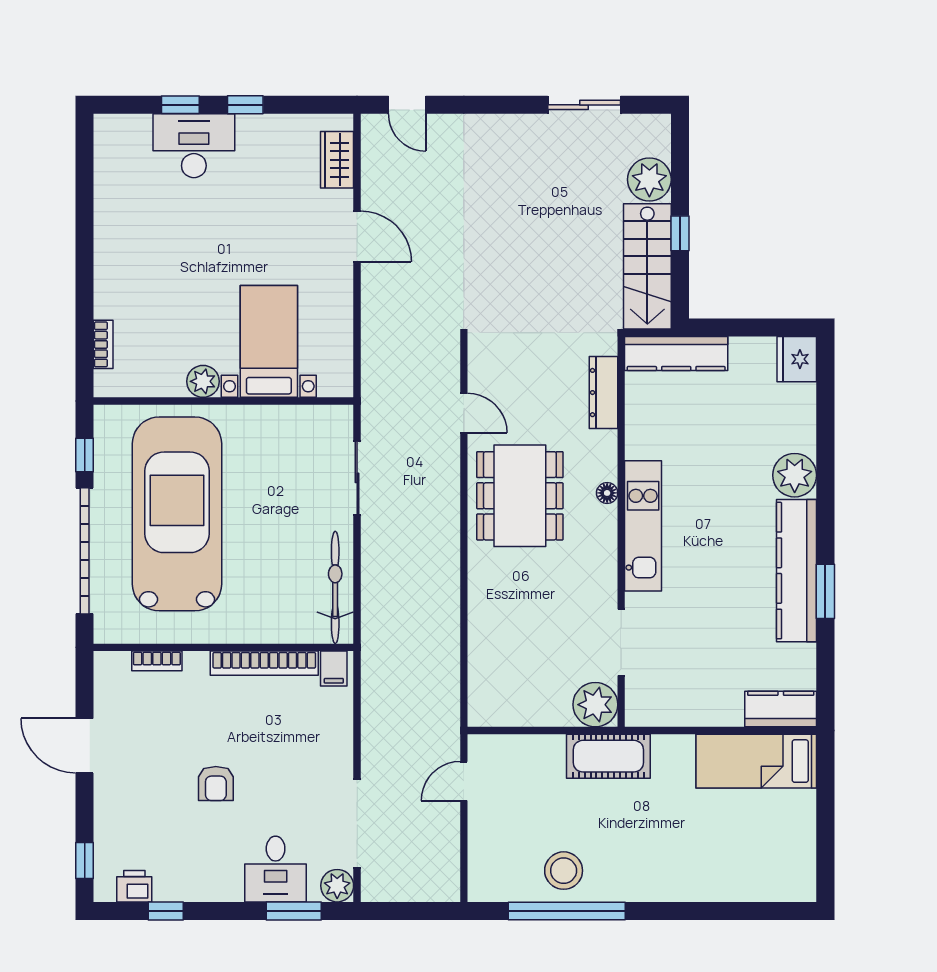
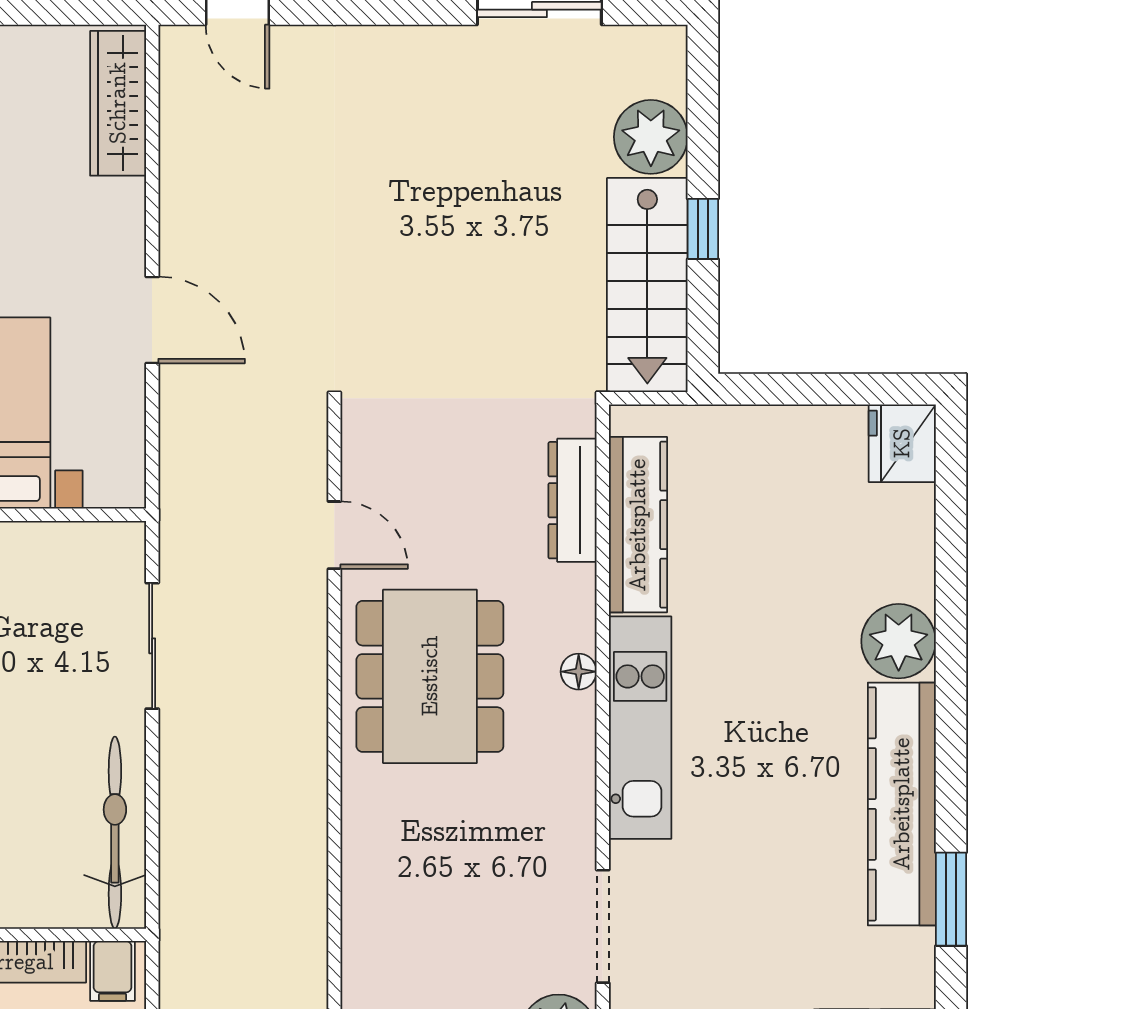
wardrobe: (337, 160) -> (118, 103), width x1.50
door: (357, 236) -> (152, 320), moved
kitchen counter: (676, 353) -> (638, 525), moved, turned -90
window: (825, 591) -> (951, 899), moved

